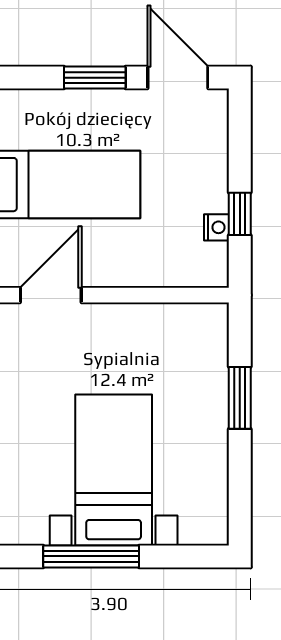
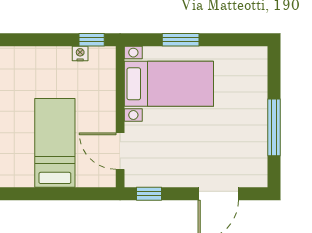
window: (240, 214) -> (92, 40), moved
bed with nightstands: (114, 470) -> (169, 84), moved, turned 180

